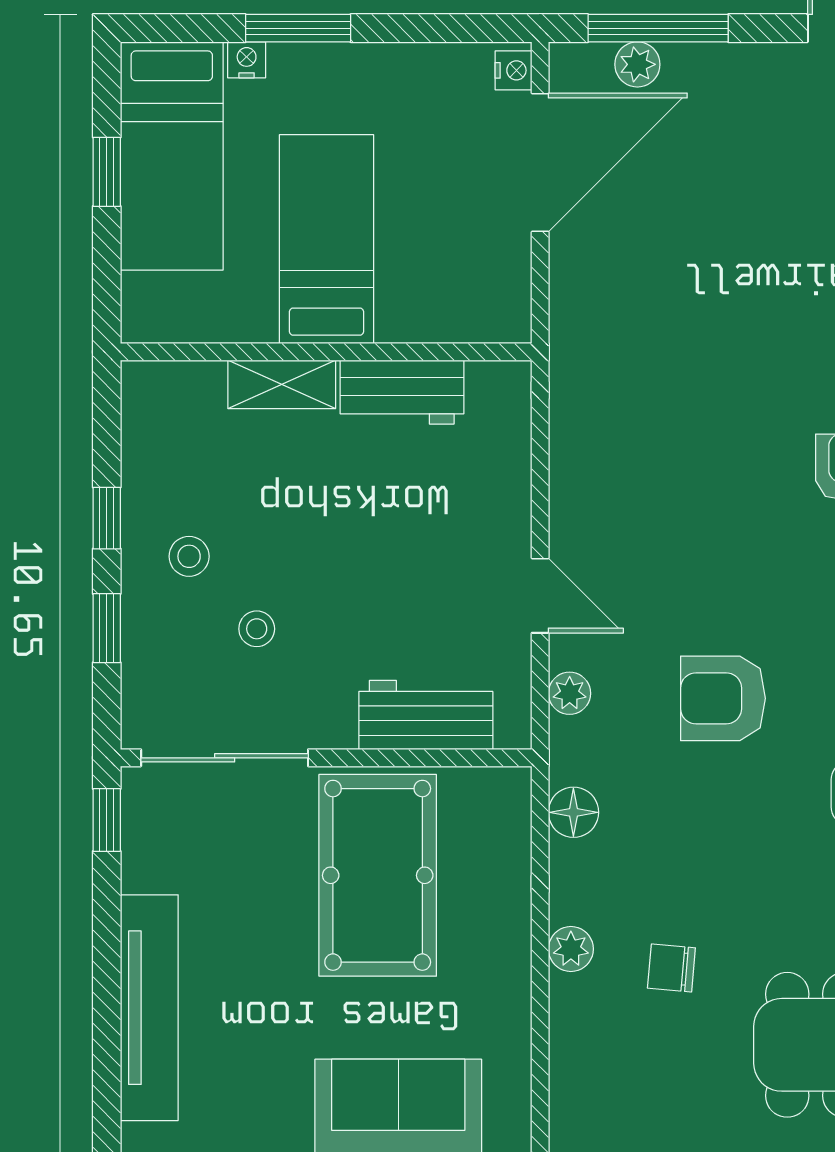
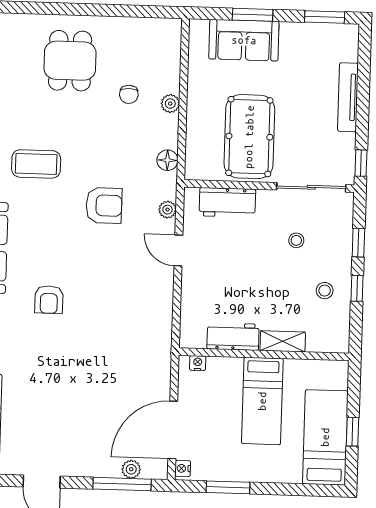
window: (298, 28) -> (228, 487), moved
nightstand: (247, 60) -> (198, 363), moved, turned 180
stool: (189, 556) -> (325, 291), moved
chair: (671, 968) -> (129, 94), turned 85
tv unit: (149, 1008) -> (348, 97), width x0.73, depth x0.78

